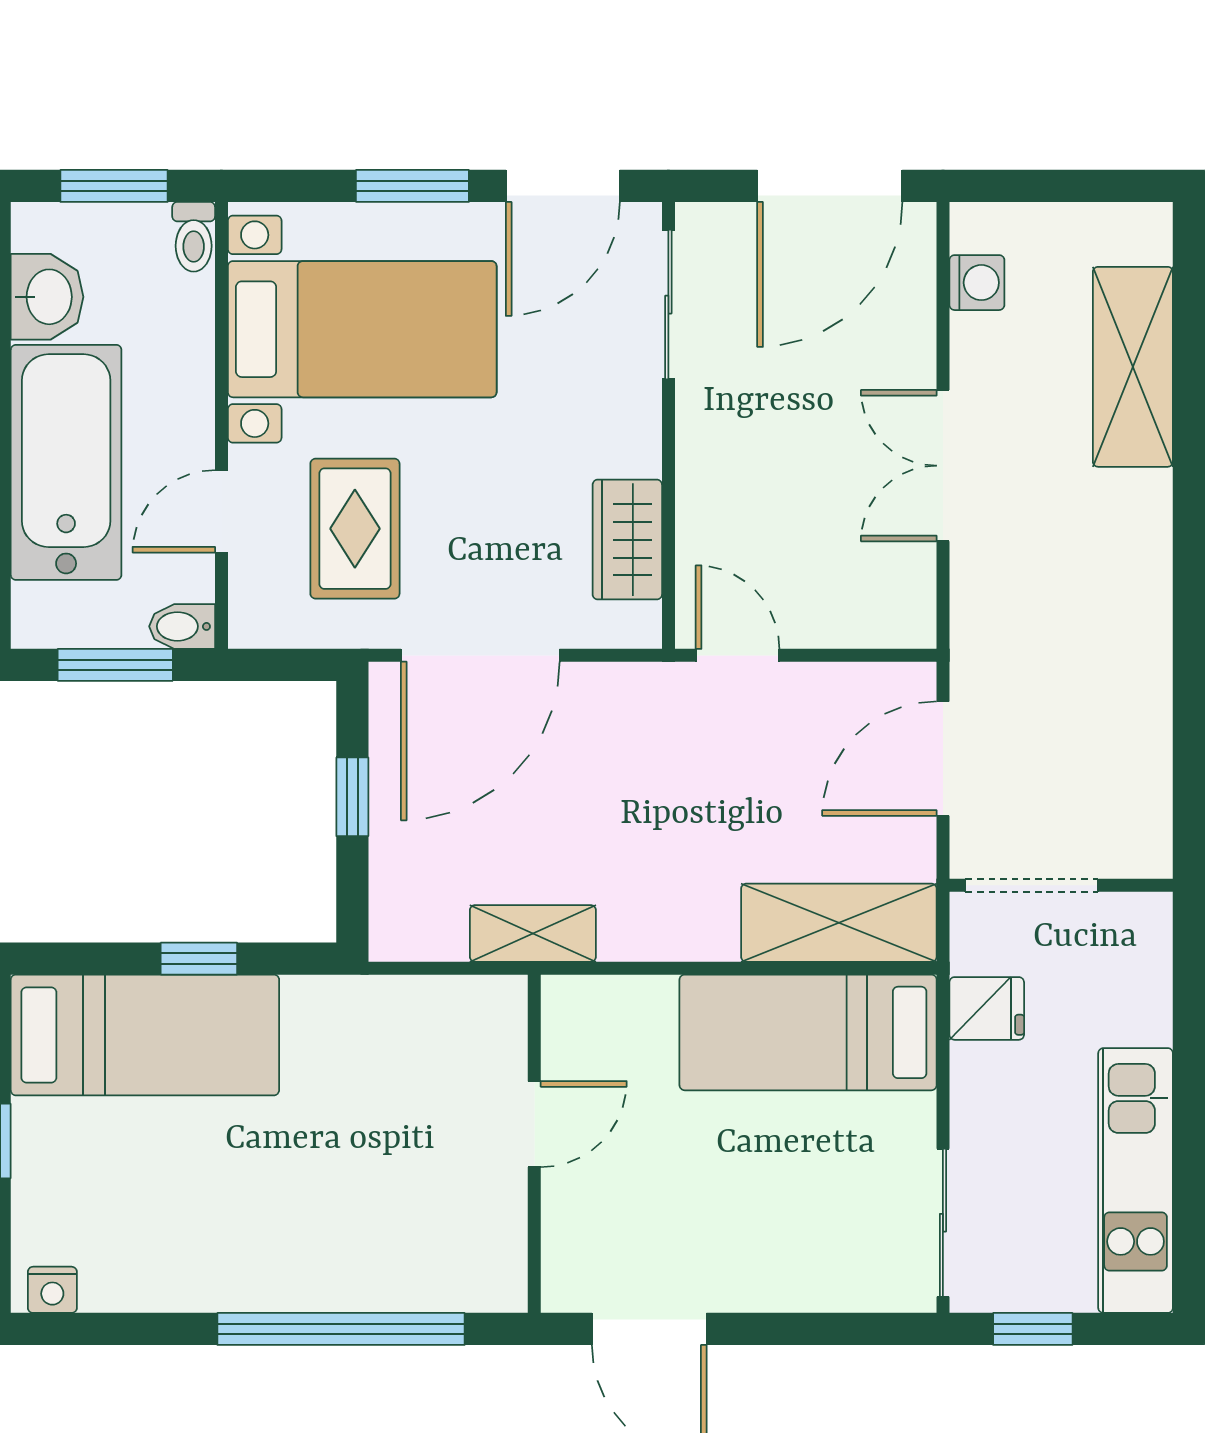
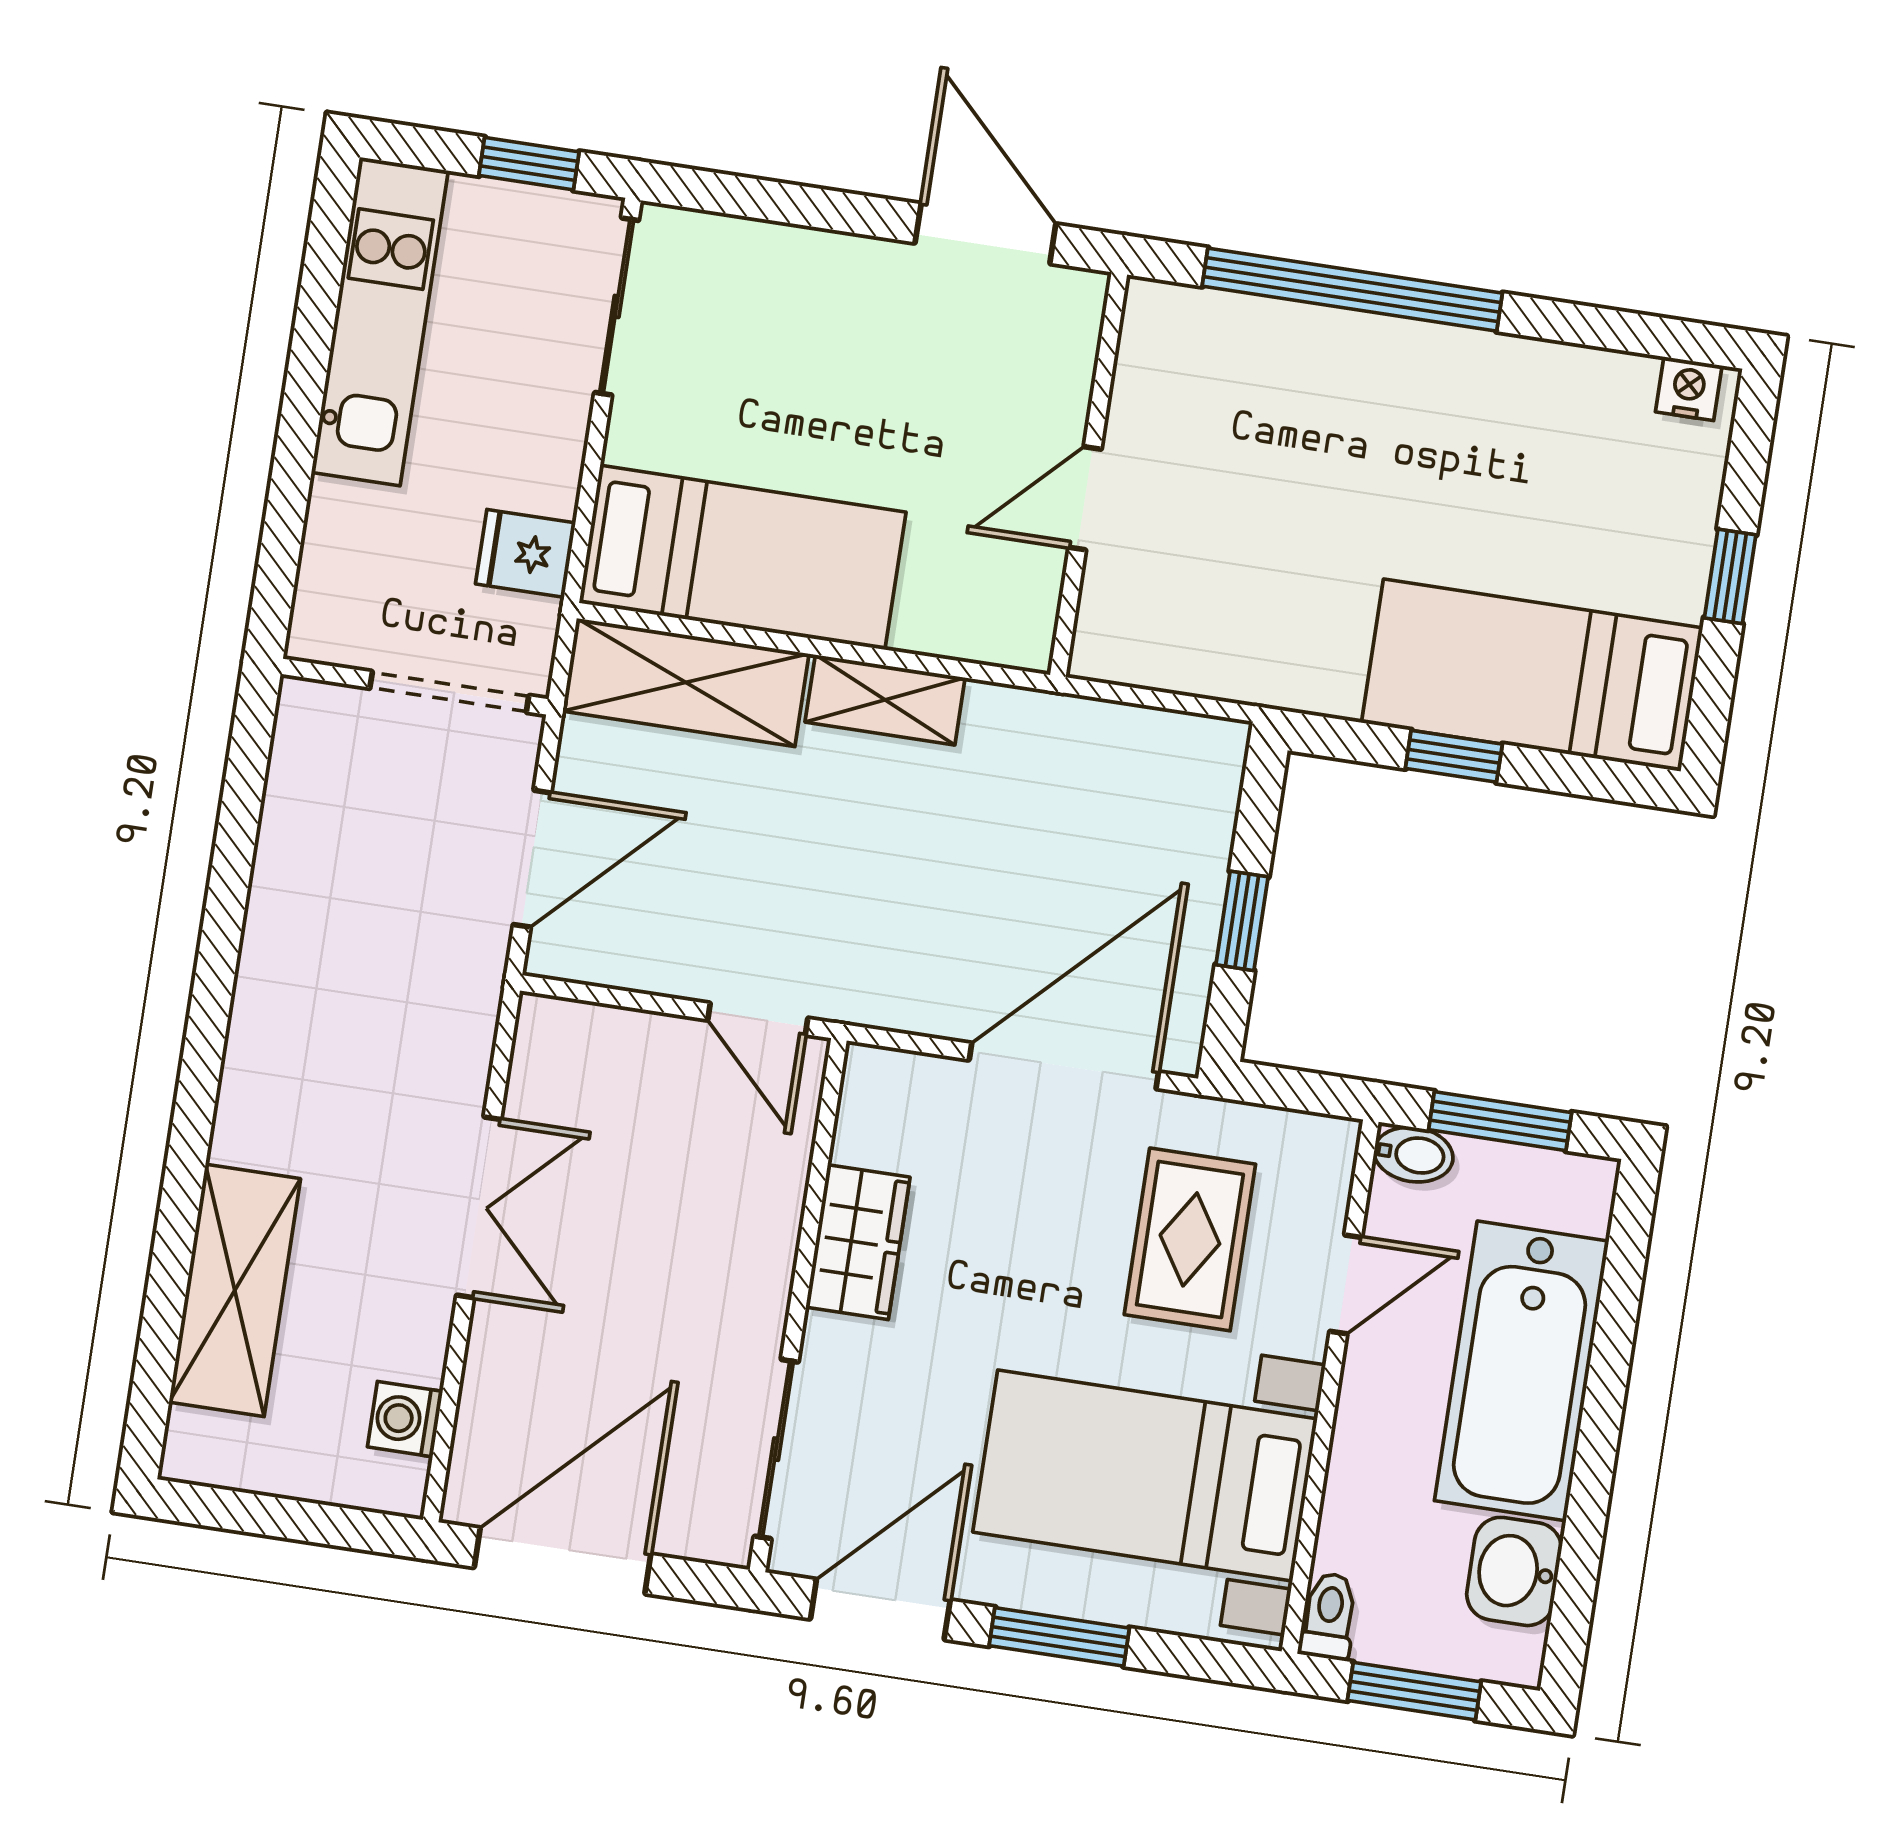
wardrobe: (627, 540) -> (858, 1242), moved
shelving: (533, 933) -> (885, 700), moved

